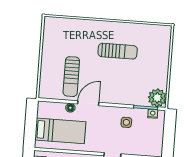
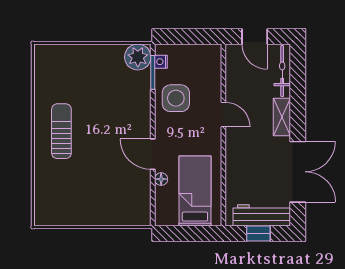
sun lounger: (118, 51) -> (61, 131), moved
sun lounger: (71, 77) -> (117, 181), removed
side table: (126, 122) -> (176, 98), width x1.87, depth x1.87

